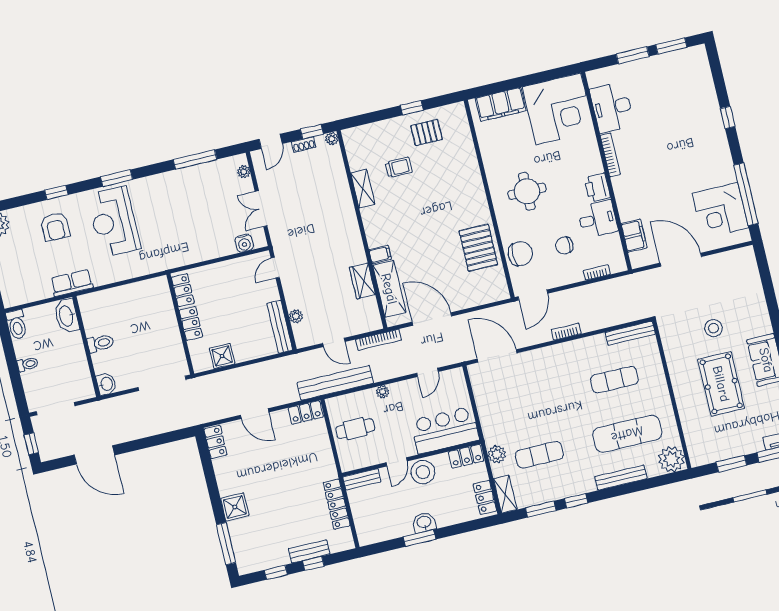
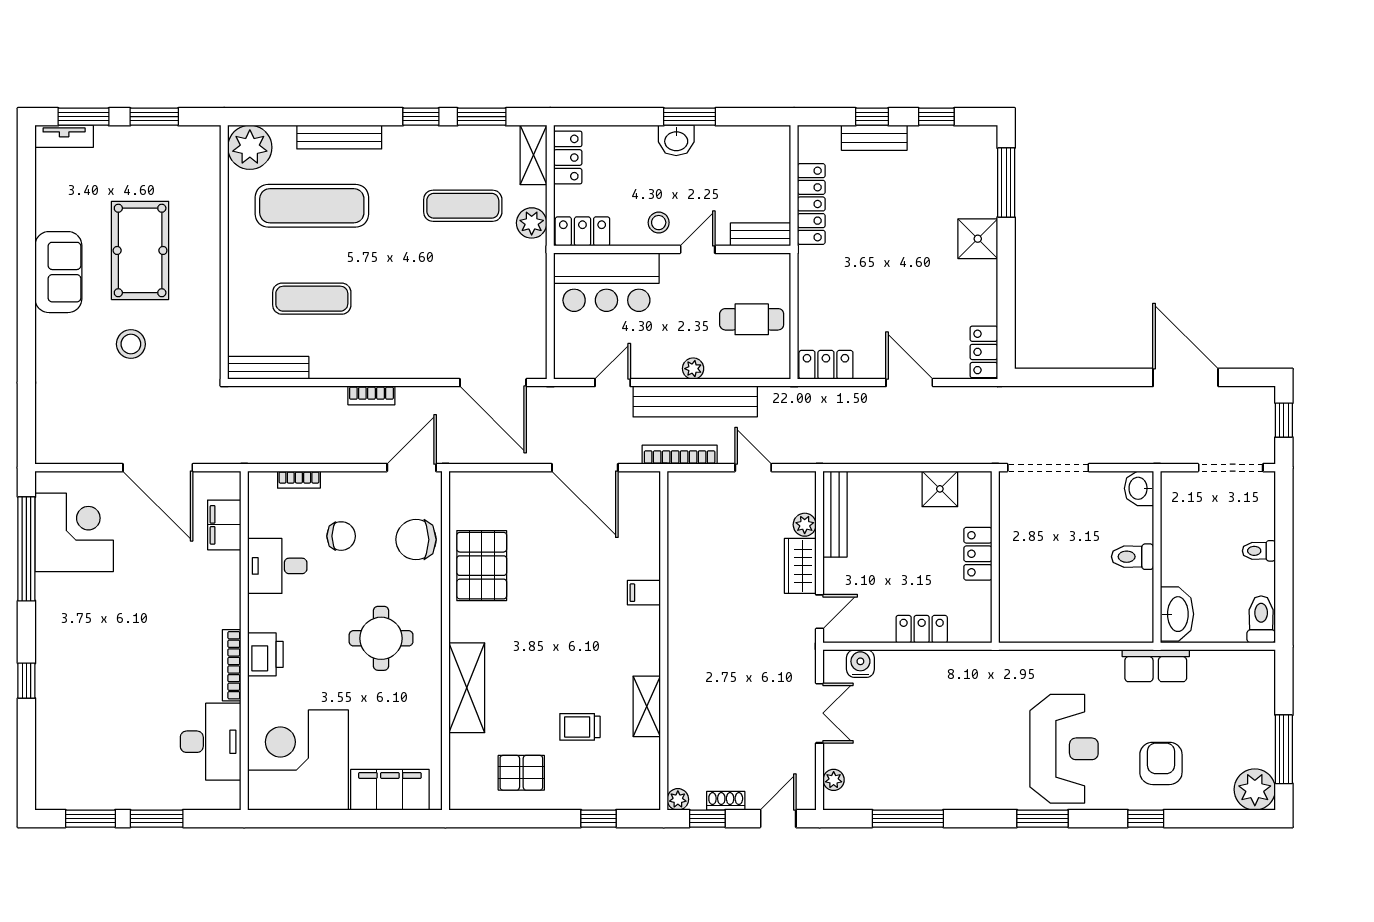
window: (412, 108) -> (599, 819), moved
printer: (597, 188) -> (265, 654), moved
wardrobe: (362, 281) -> (800, 566), moved, turned 180
shelving: (389, 289) -> (467, 688), moved
locker: (183, 290) -> (922, 629), moved, turned 90
bench: (335, 383) -> (695, 401), moved
stool: (423, 472) -> (659, 223), width x0.53, depth x0.53

